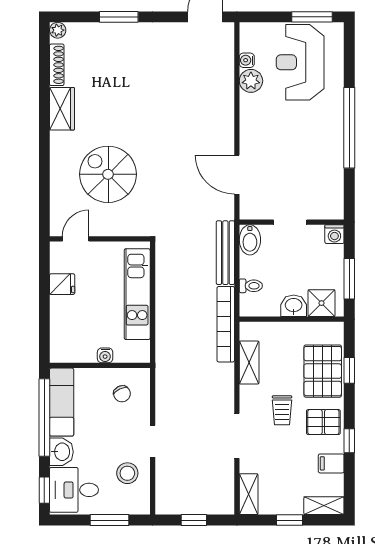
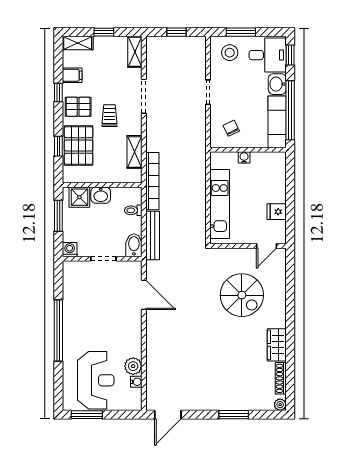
stool: (127, 473) -> (230, 53), moved

